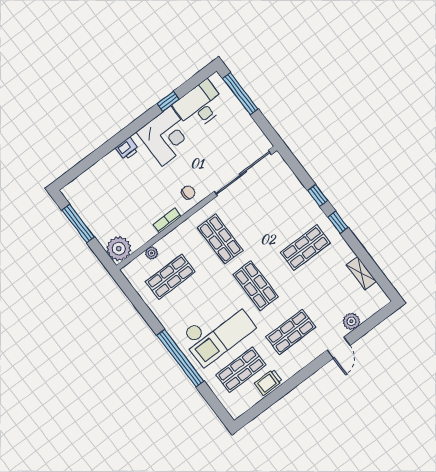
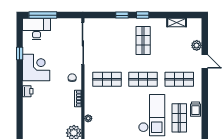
desk: (200, 105) -> (37, 29), moved, turned 90
shop shelf: (170, 277) -> (107, 118), removed
shop shelf: (291, 332) -> (179, 79), turned 90

